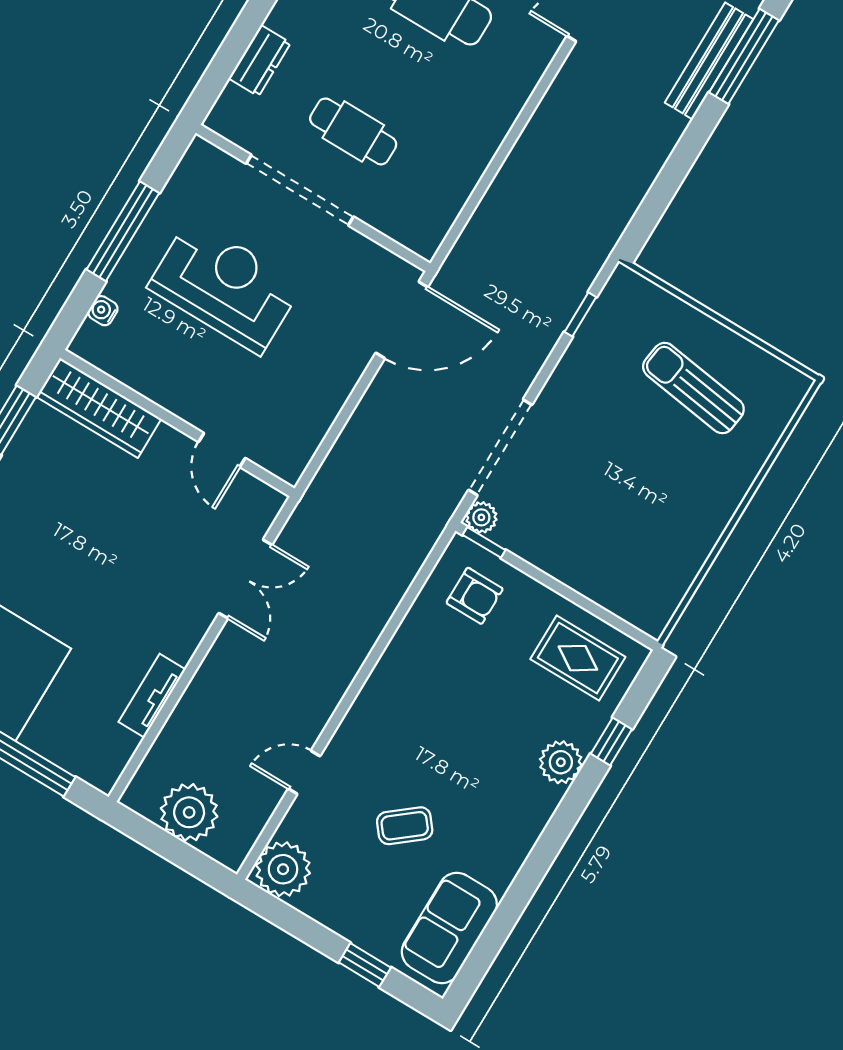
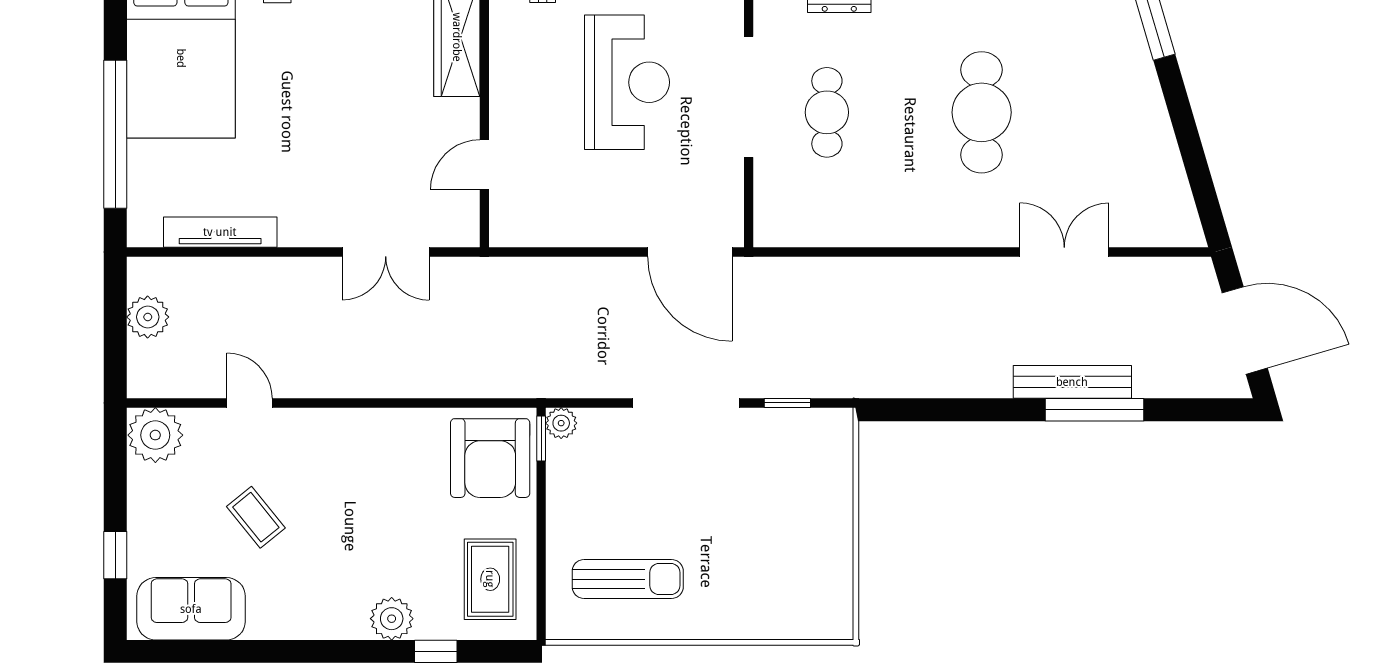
sun lounger: (693, 388) -> (628, 579), moved, turned 82
doorway: (500, 447) -> (686, 403), moved
armchair: (475, 596) -> (490, 458), width x1.88, depth x1.88
tv unit: (152, 696) -> (220, 232), width x1.41
plant: (189, 812) -> (148, 317), width x0.73, depth x0.73

